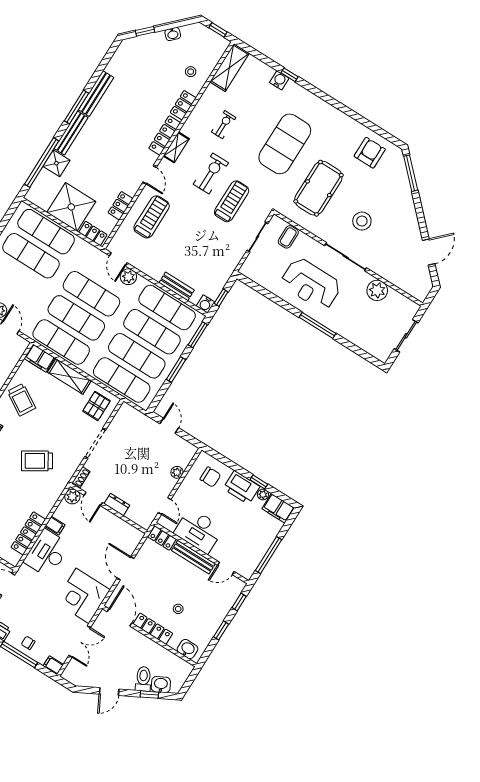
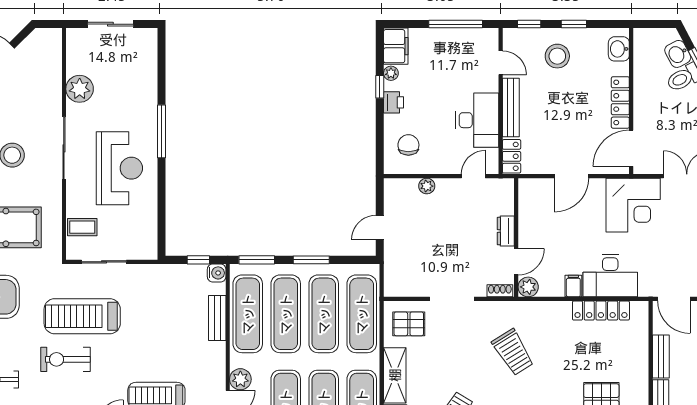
treadmill: (232, 201) -> (82, 316), width x1.37, depth x1.38
printer: (241, 488) -> (394, 102), width x0.53, depth x0.68
stool: (178, 609) -> (557, 56), moved, width x1.89, depth x1.89

